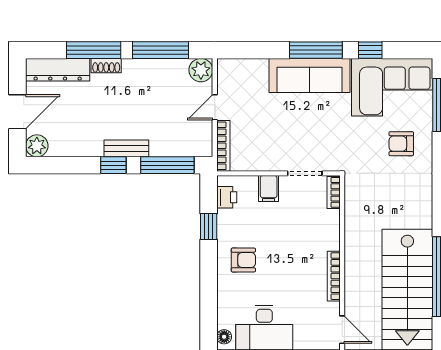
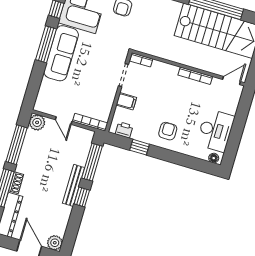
bench: (126, 148) -> (74, 185), width x1.36

